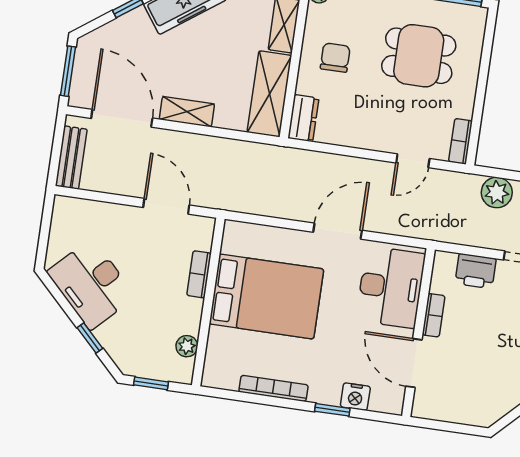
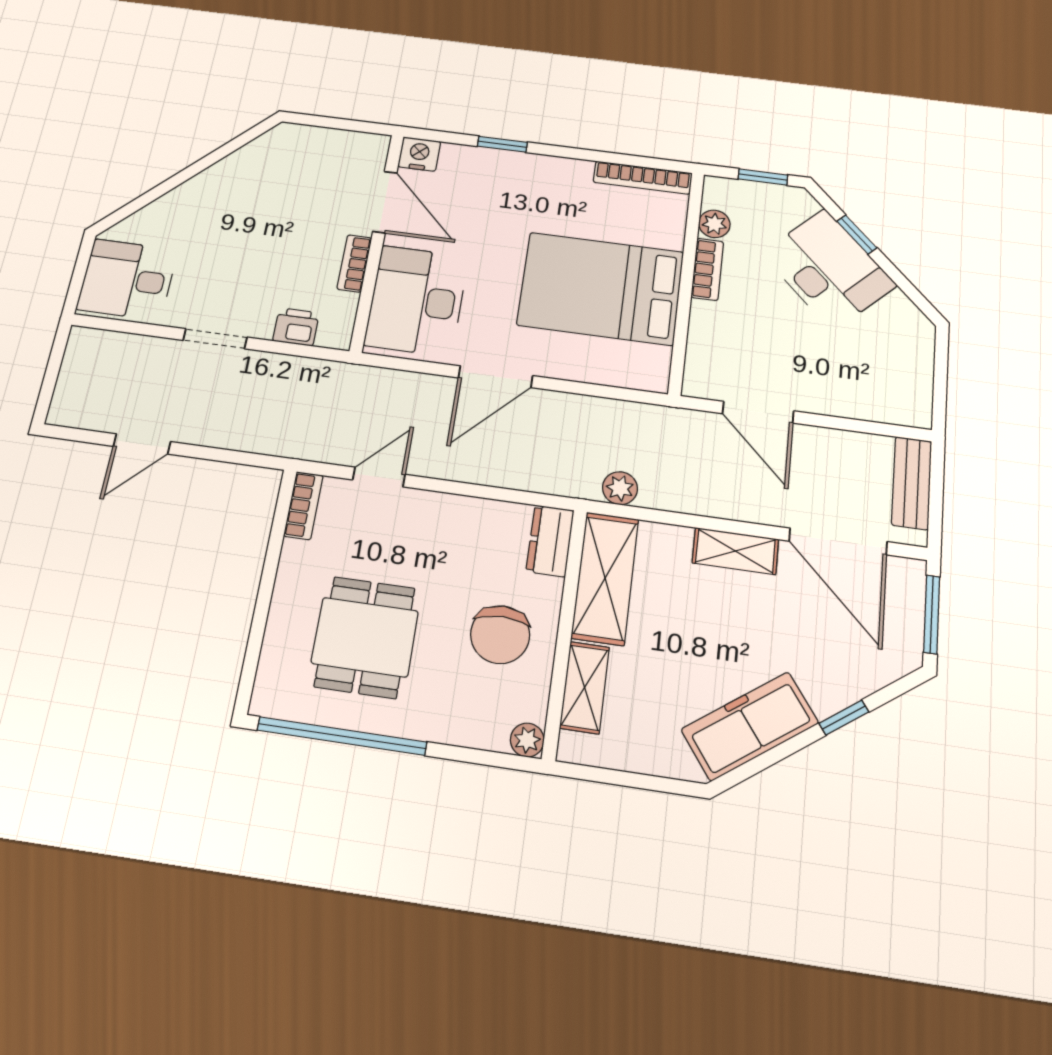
dining table: (419, 56) -> (365, 637), turned 90
chair: (335, 58) -> (500, 635), width x1.37, depth x1.37
plant: (497, 193) -> (620, 488), moved, width x0.73, depth x0.73
printer: (476, 271) -> (296, 327), width x0.73, depth x0.81
bookcase: (199, 274) -> (707, 269), moved
desk: (91, 284) -> (829, 269), moved
bookcase: (273, 388) -> (643, 178), moved
nightstand: (355, 397) -> (419, 154), moved

